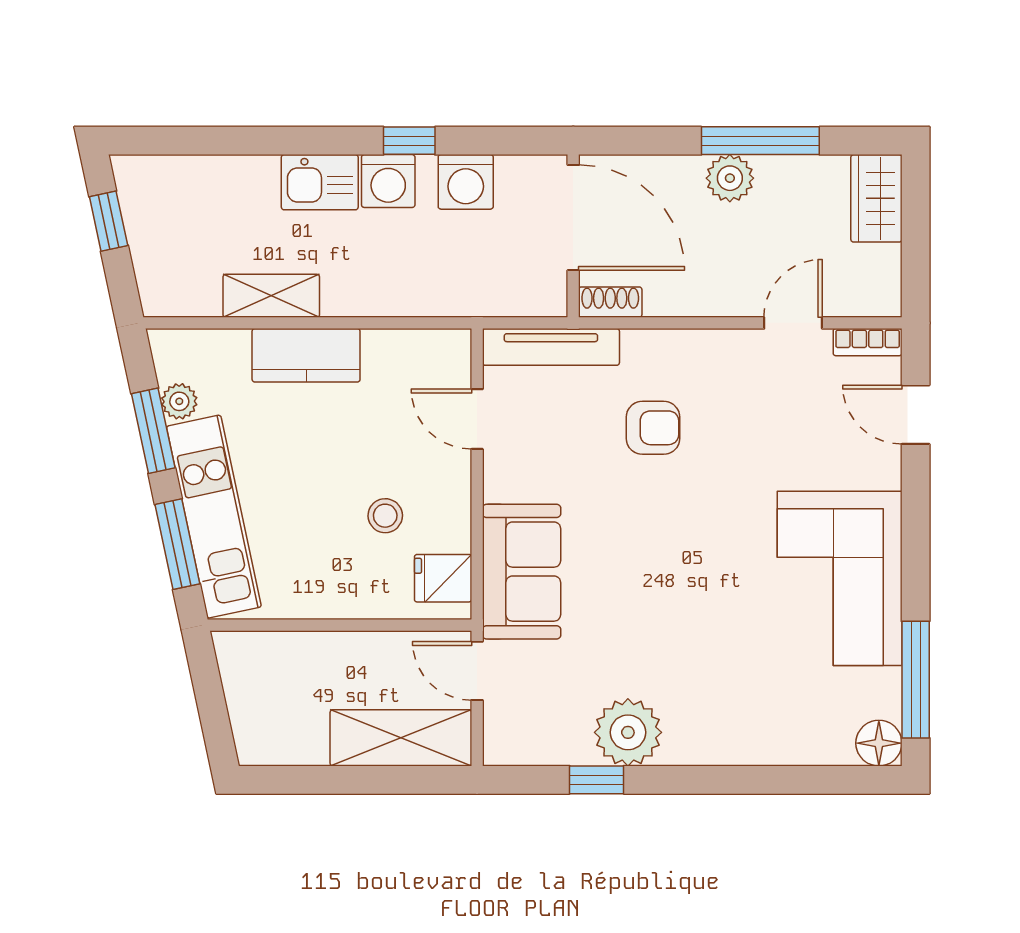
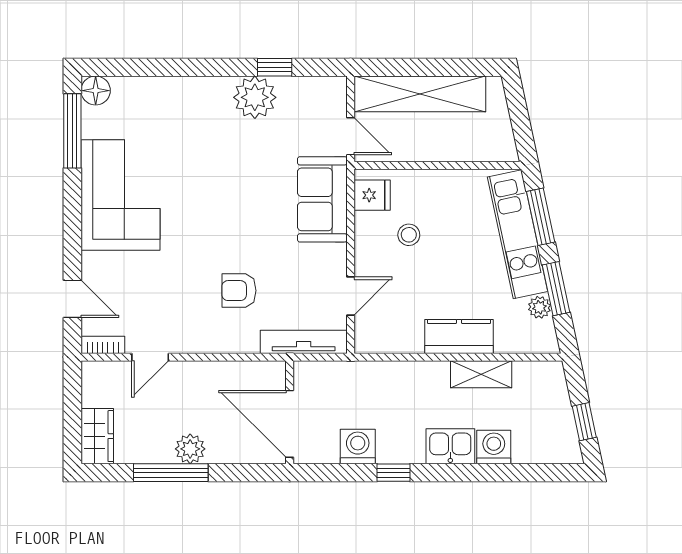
washing machine: (388, 181) -> (494, 447), moved
shoe rack: (610, 302) -> (266, 370), removed
door: (477, 419) -> (351, 296), hinge flipped
shelving: (401, 738) -> (420, 94), width x1.47

